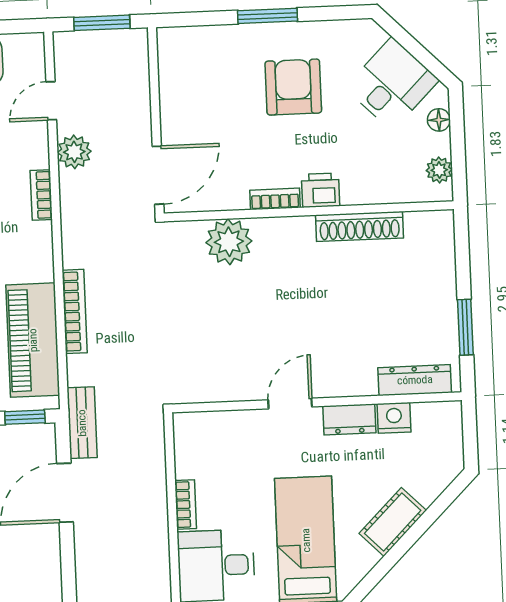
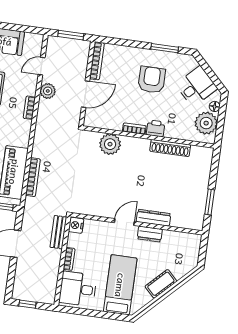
window: (268, 16) -> (165, 48), moved
bookcase: (168, 68) -> (97, 61), added
plant: (439, 170) -> (206, 123), width x1.87, depth x1.87
door: (158, 175) -> (86, 94), moved
bookcase: (75, 311) -> (33, 177), moved
dresser: (415, 380) -> (154, 218), moved
nightstand: (394, 418) -> (76, 225), moved, turned -90
bench: (82, 423) -> (58, 232), moved

